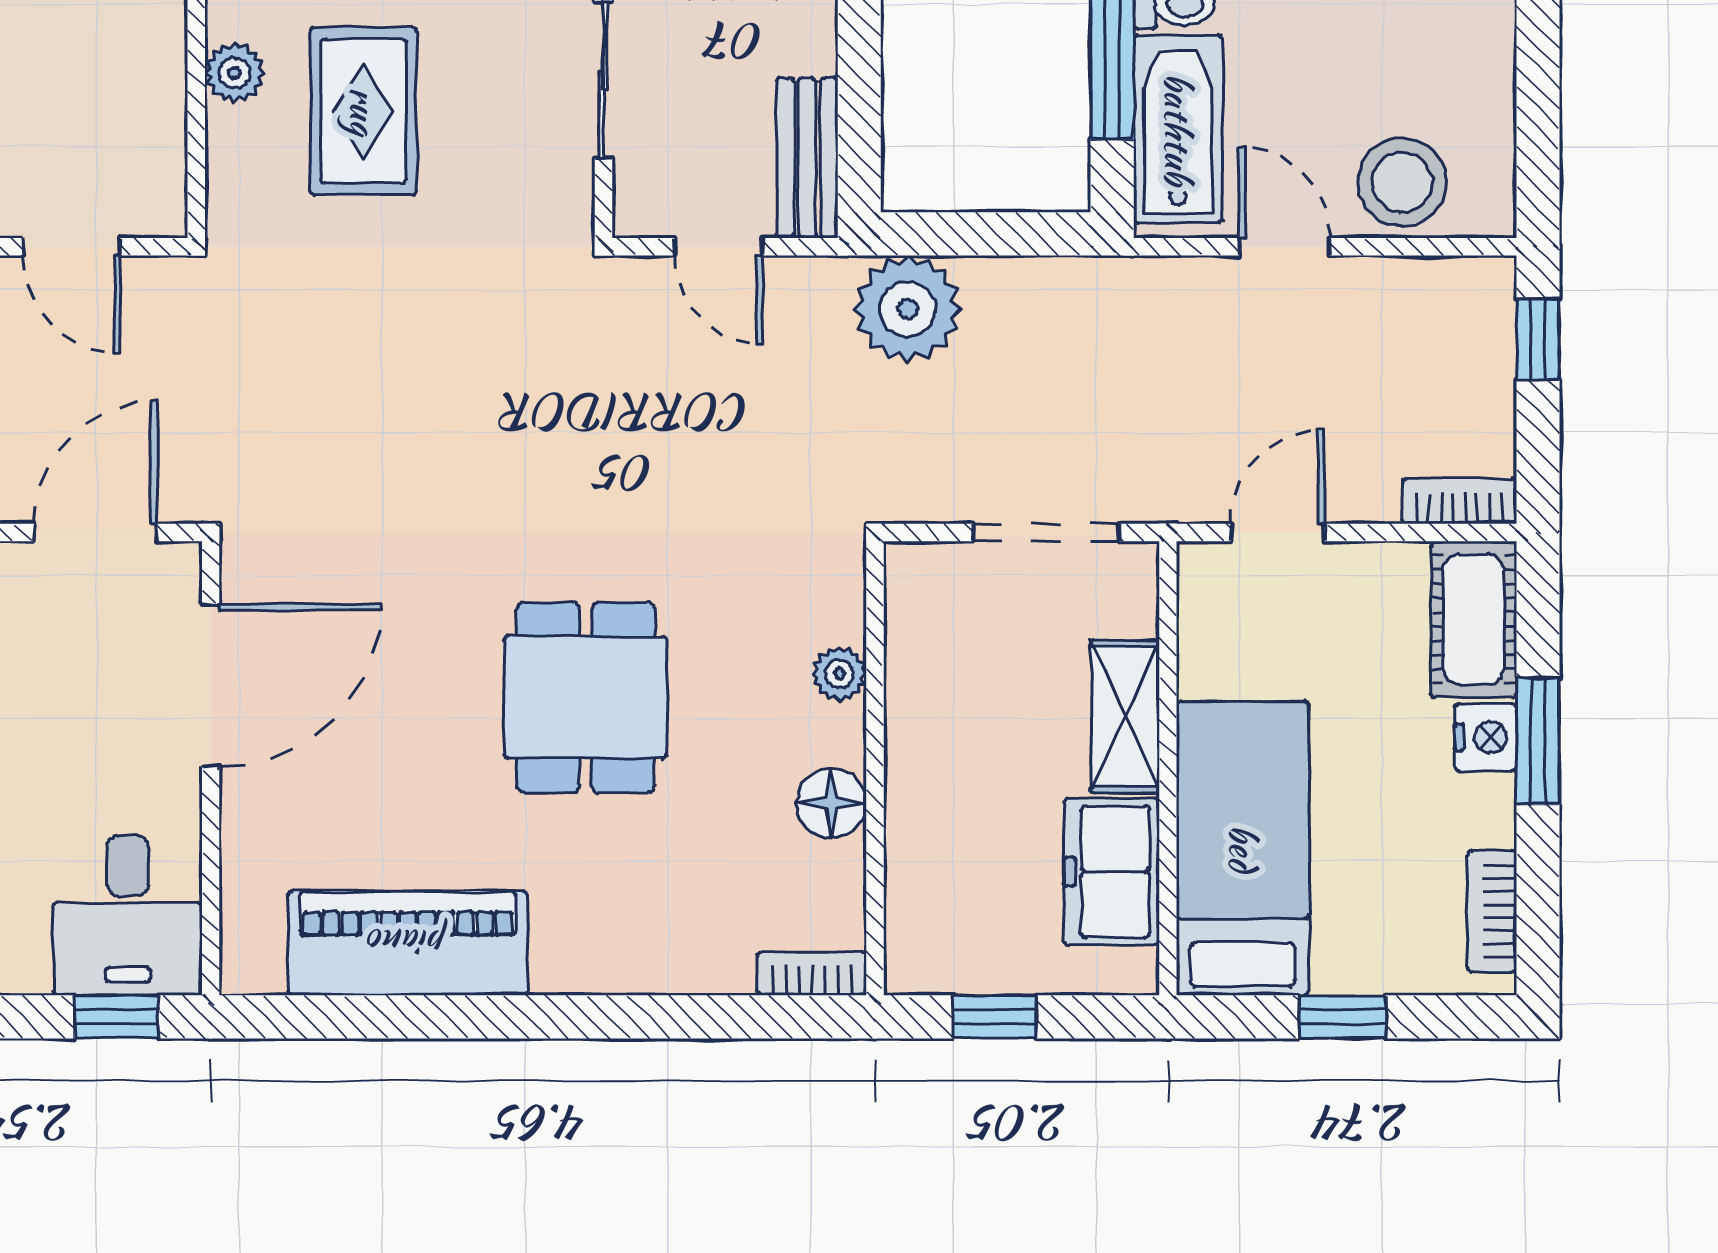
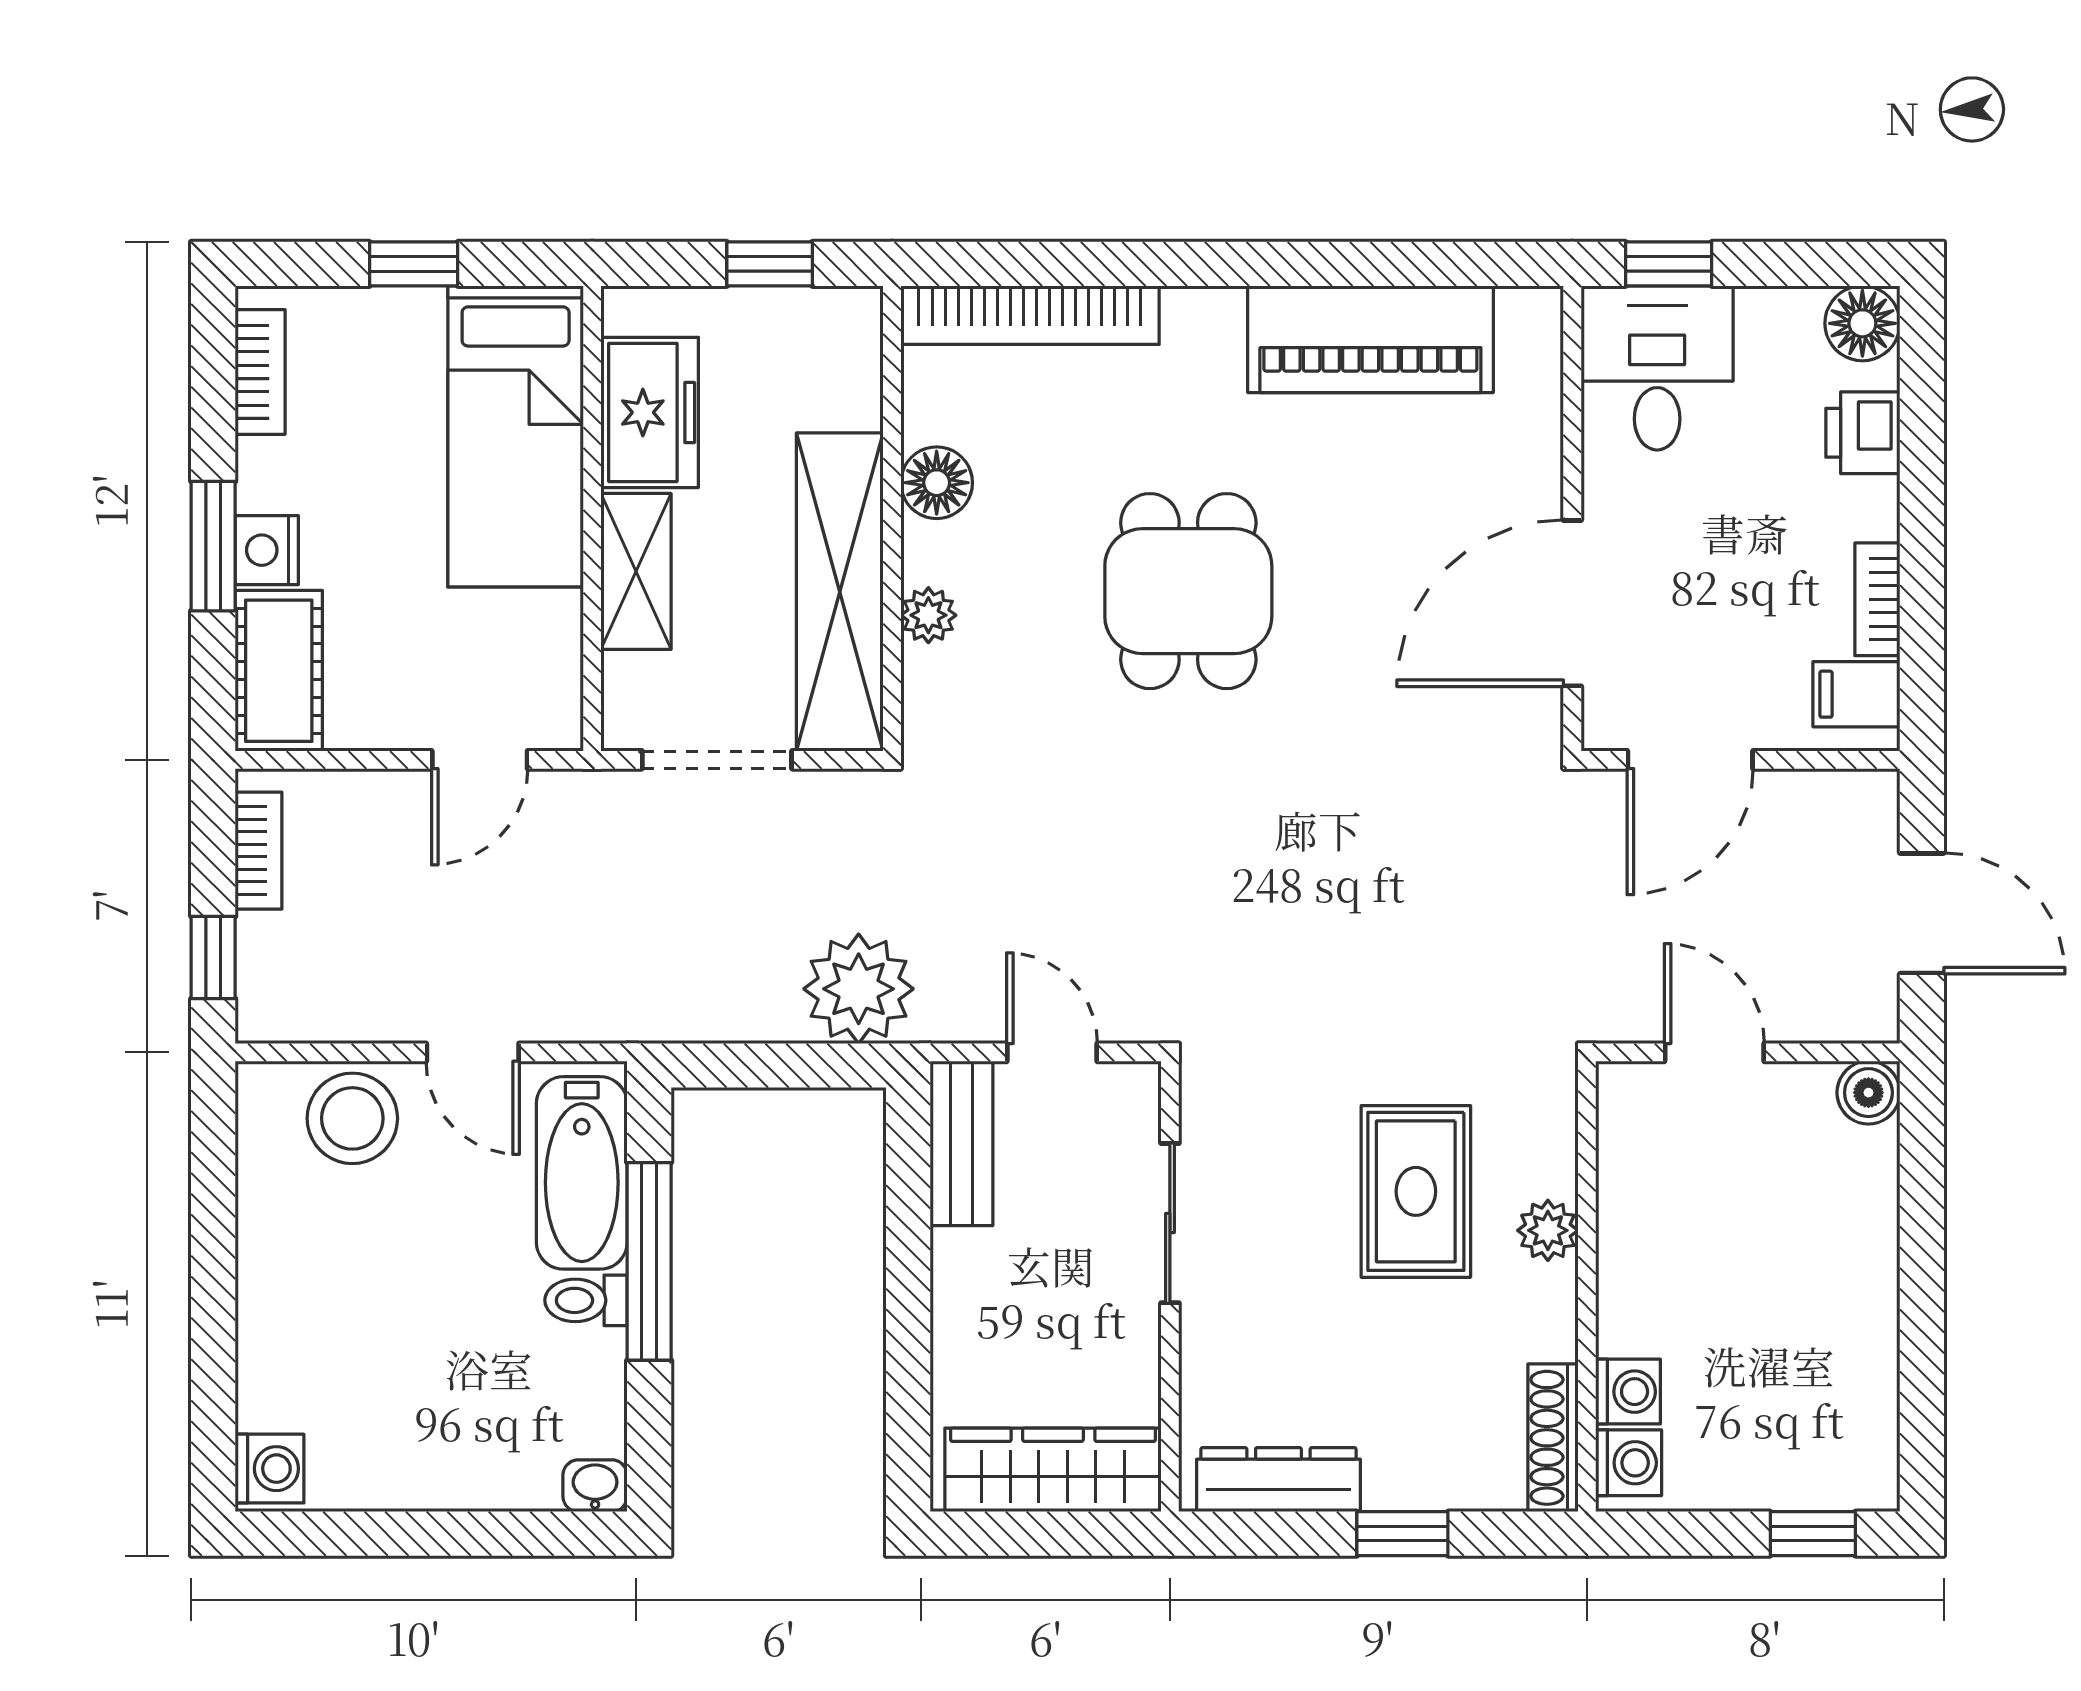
bookcase: (1459, 501) -> (259, 851), moved, turned -90
shelving: (926, 696) -> (840, 592), added
bookcase: (812, 974) -> (1030, 315), width x2.31, depth x1.31

